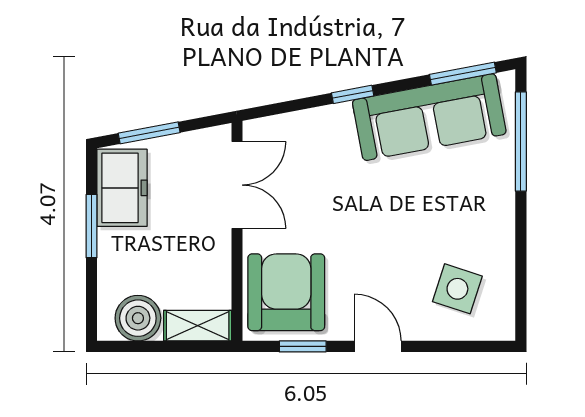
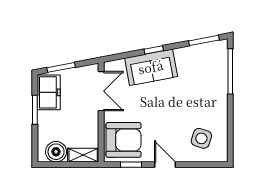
sofa: (429, 117) -> (151, 67), moved, width x0.73
armchair: (286, 292) -> (123, 140), turned 90

